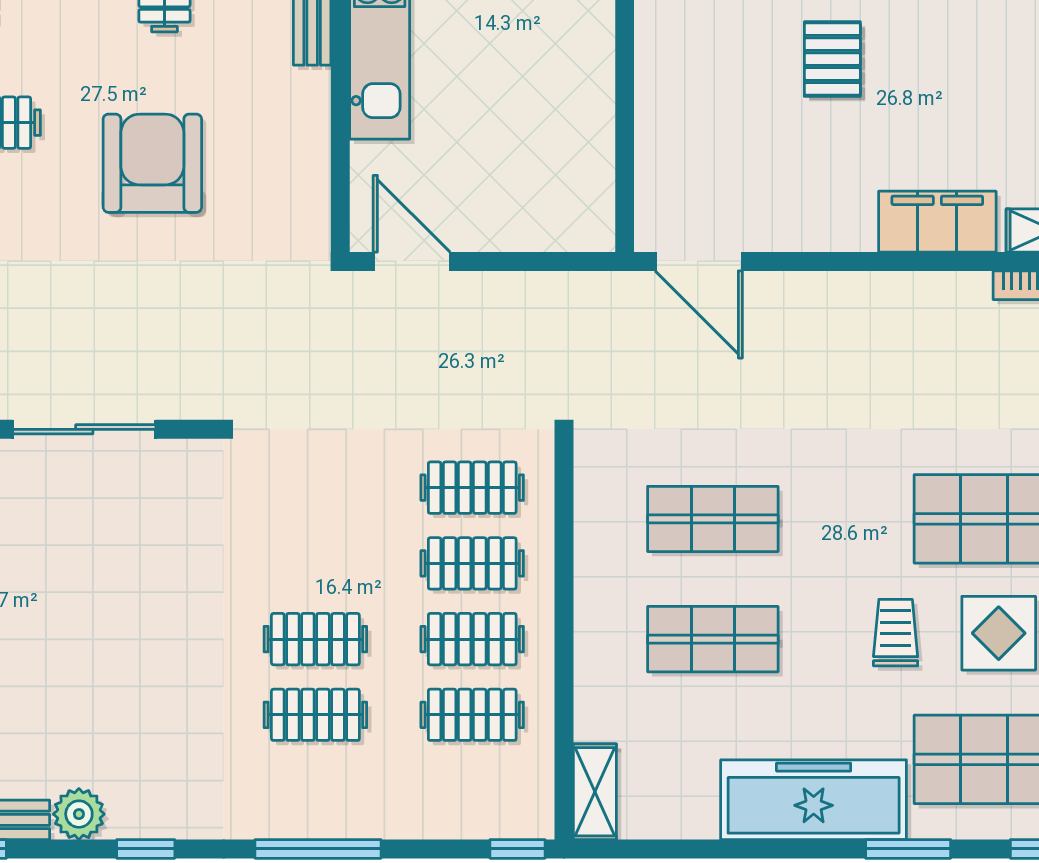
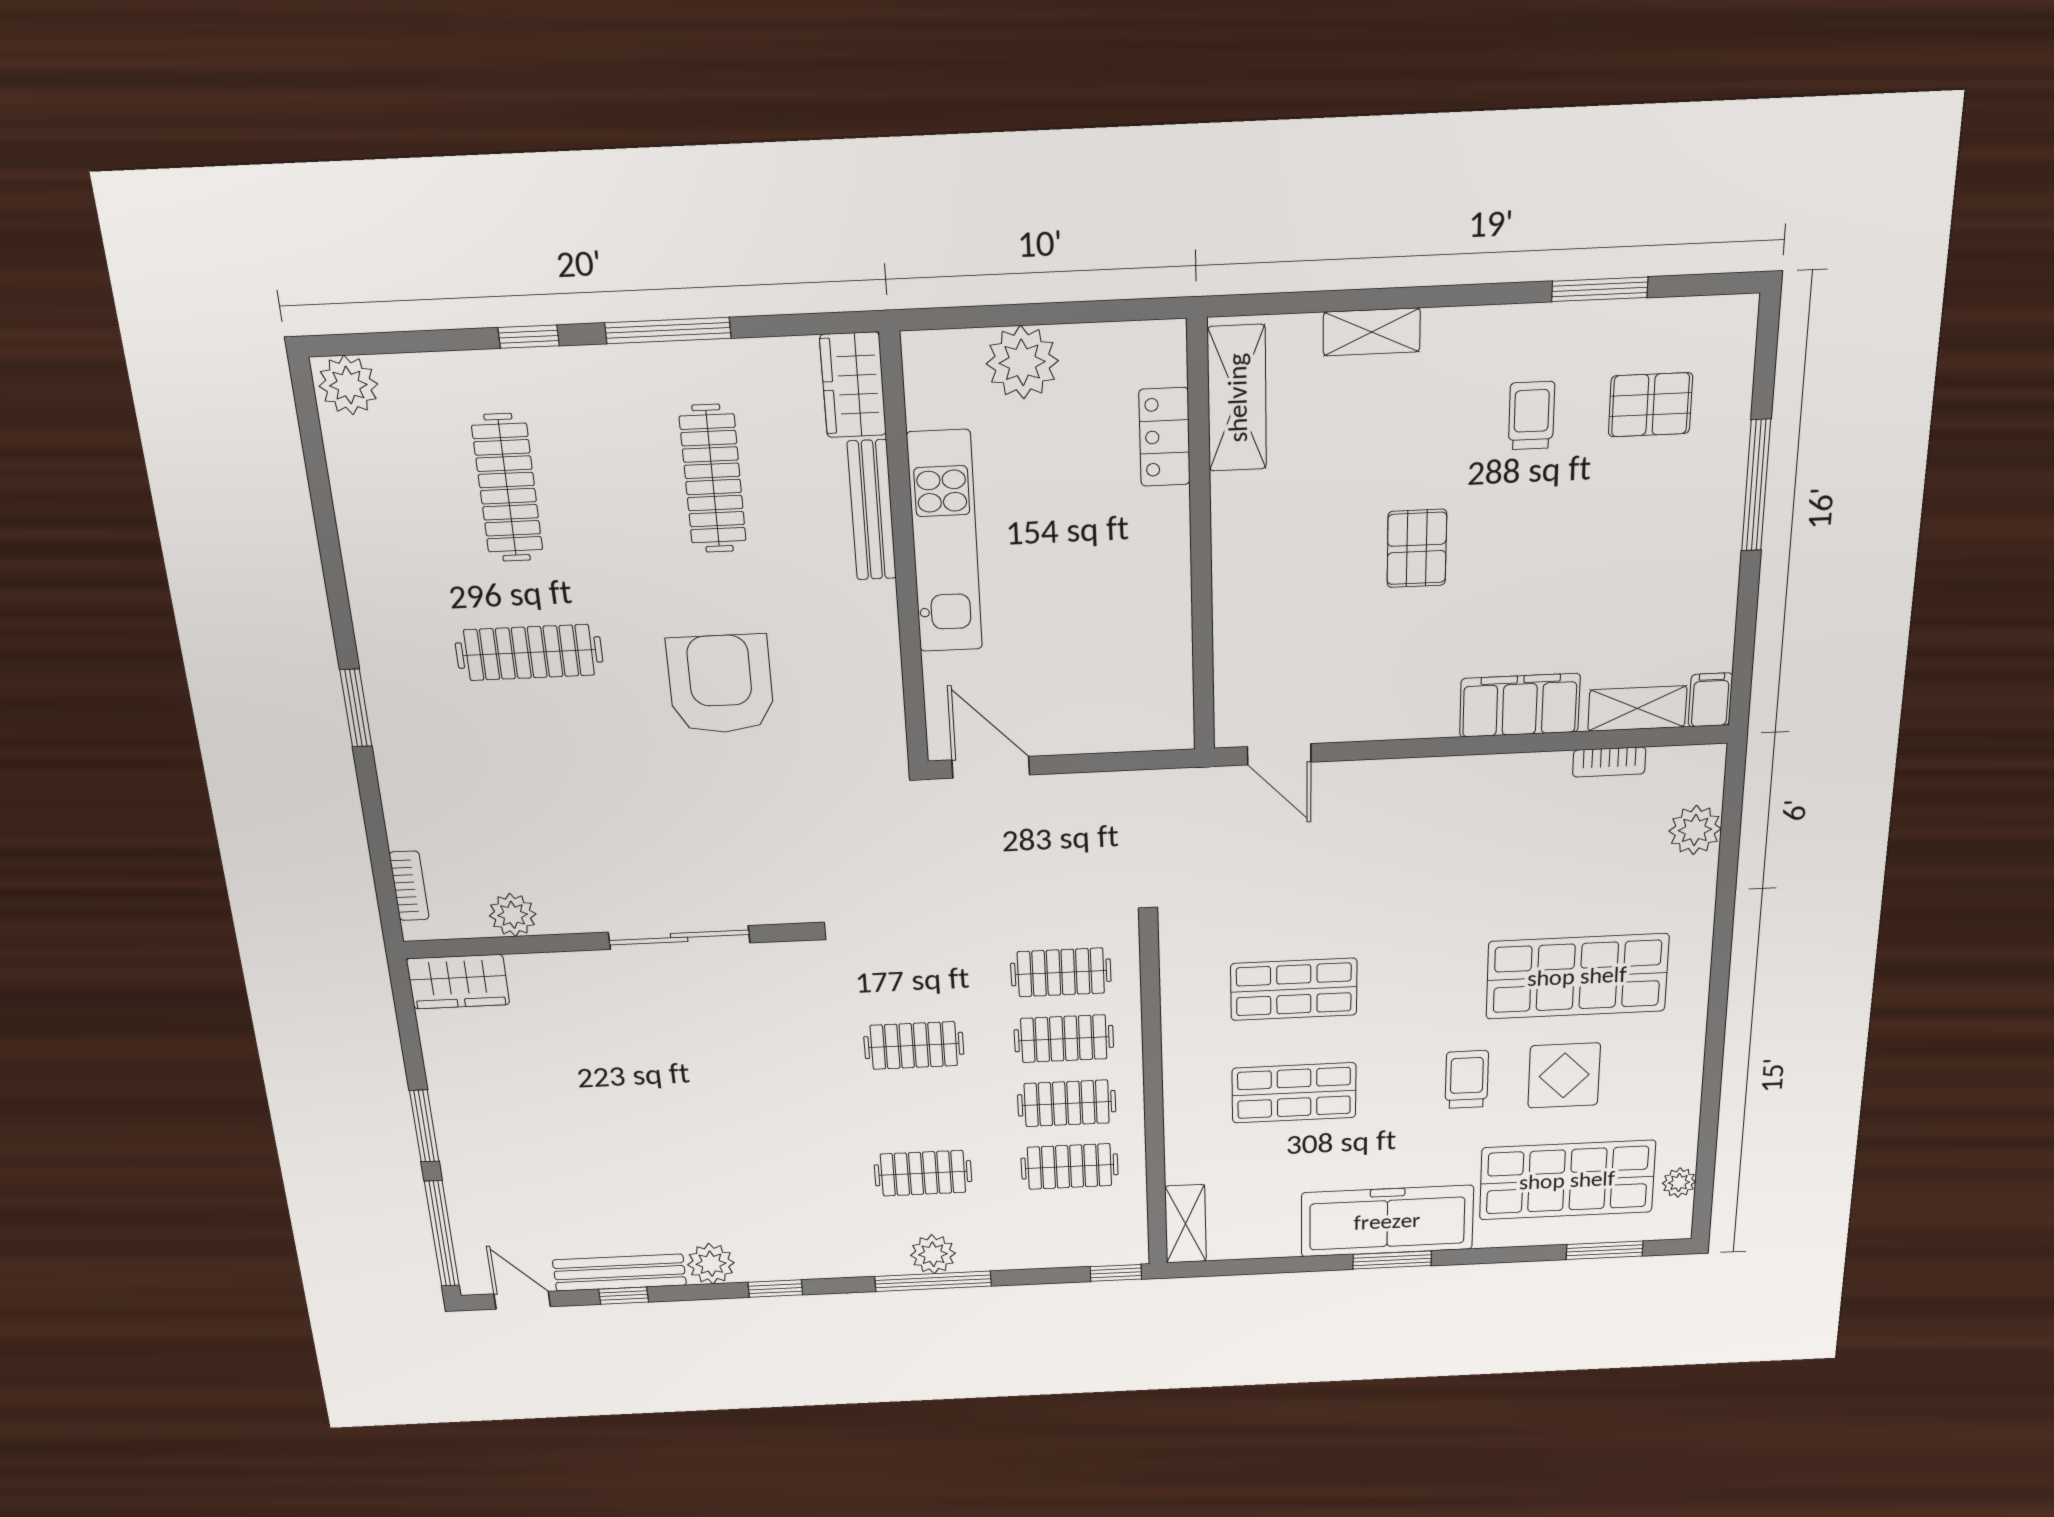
door: (699, 261) -> (1279, 754), width x0.73
clothes rail: (315, 639) -> (914, 1045), moved
plant: (320, 815) -> (933, 1254), added
window: (908, 849) -> (1392, 1260), moved

